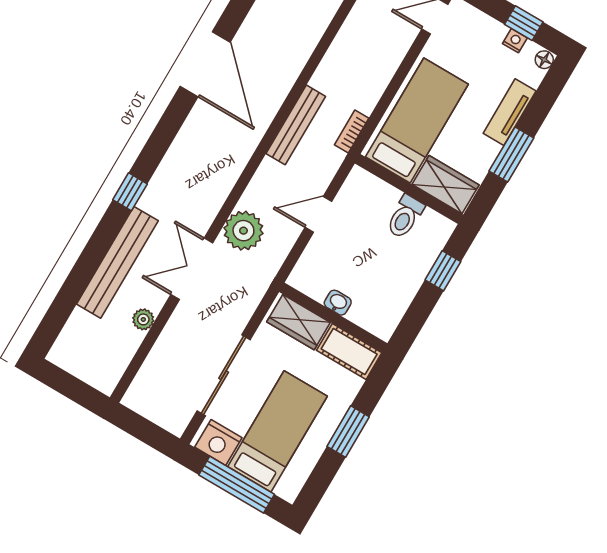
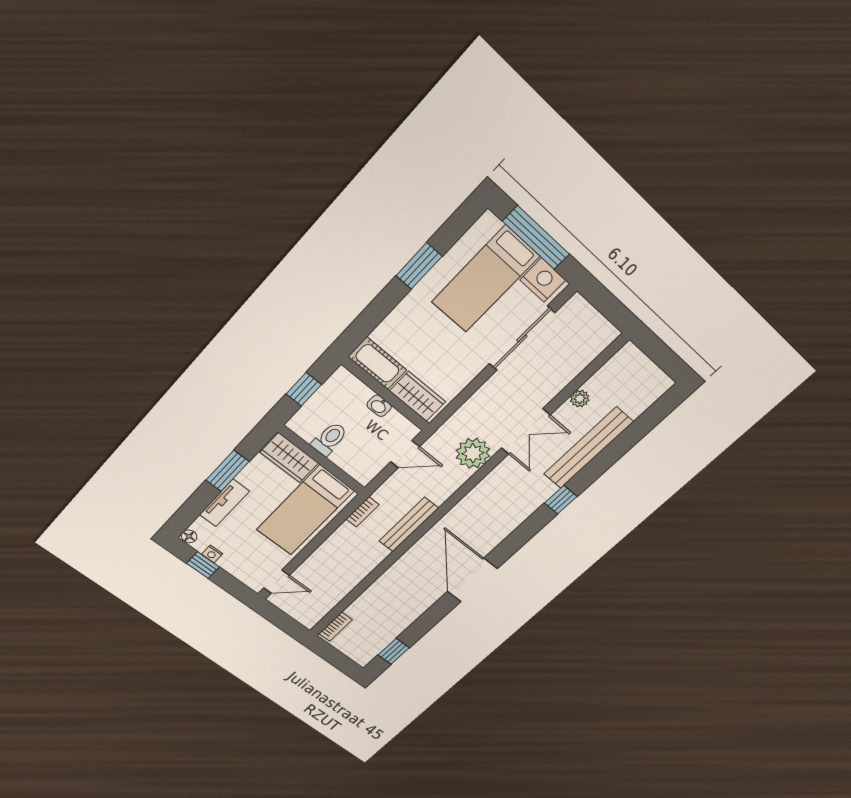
washbasin: (338, 303) -> (379, 406), moved
wall: (333, 318) -> (386, 394), moved
wardrobe: (299, 322) -> (418, 396), moved
cot: (349, 352) -> (377, 363), moved

